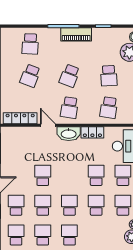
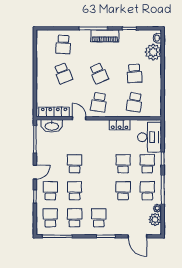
school desk: (30, 76) -> (63, 73), turned -42
school desk: (69, 76) -> (99, 73), turned -45
washbasin: (69, 134) -> (52, 126), moved
school desk: (69, 205) -> (99, 191), removed

